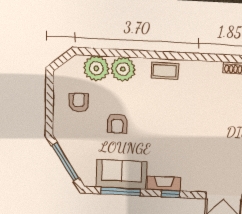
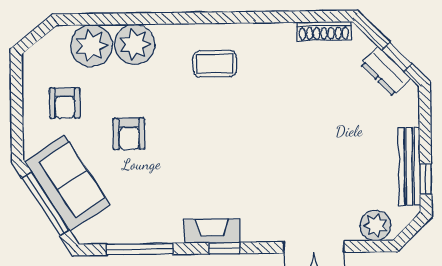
coffee table: (165, 71) -> (215, 64), moved
armchair: (79, 102) -> (65, 103), turned 180
sofa: (122, 174) -> (67, 183), moved, turned 58

